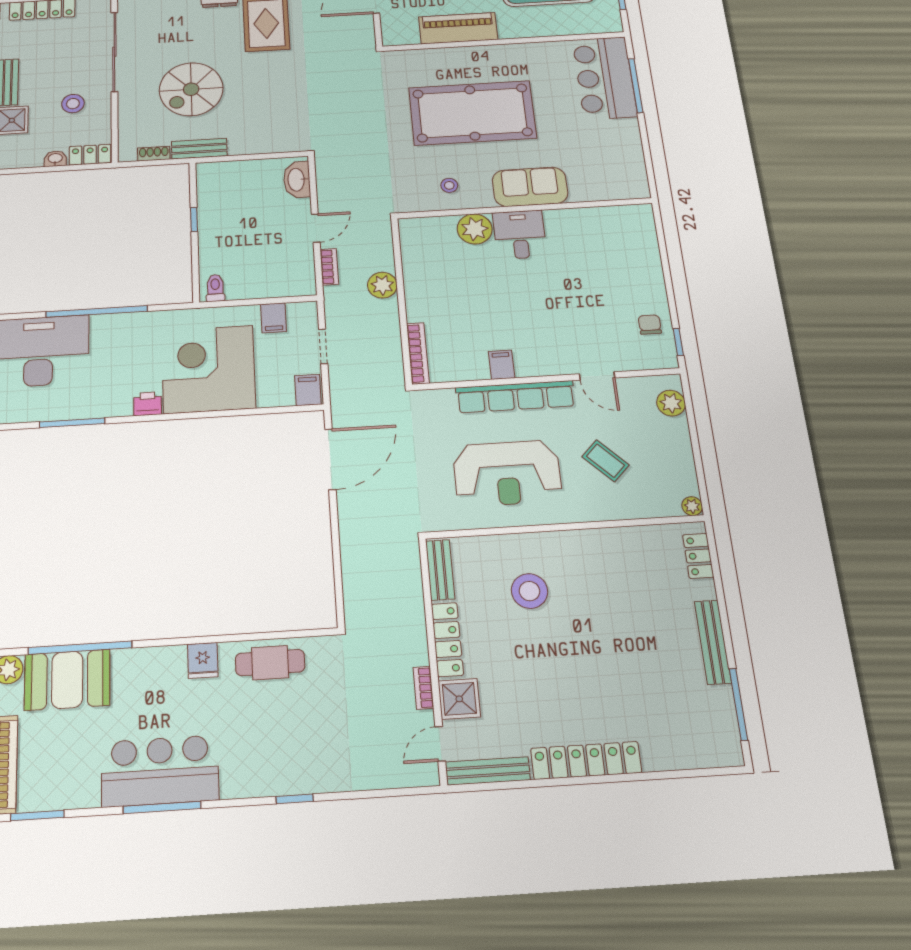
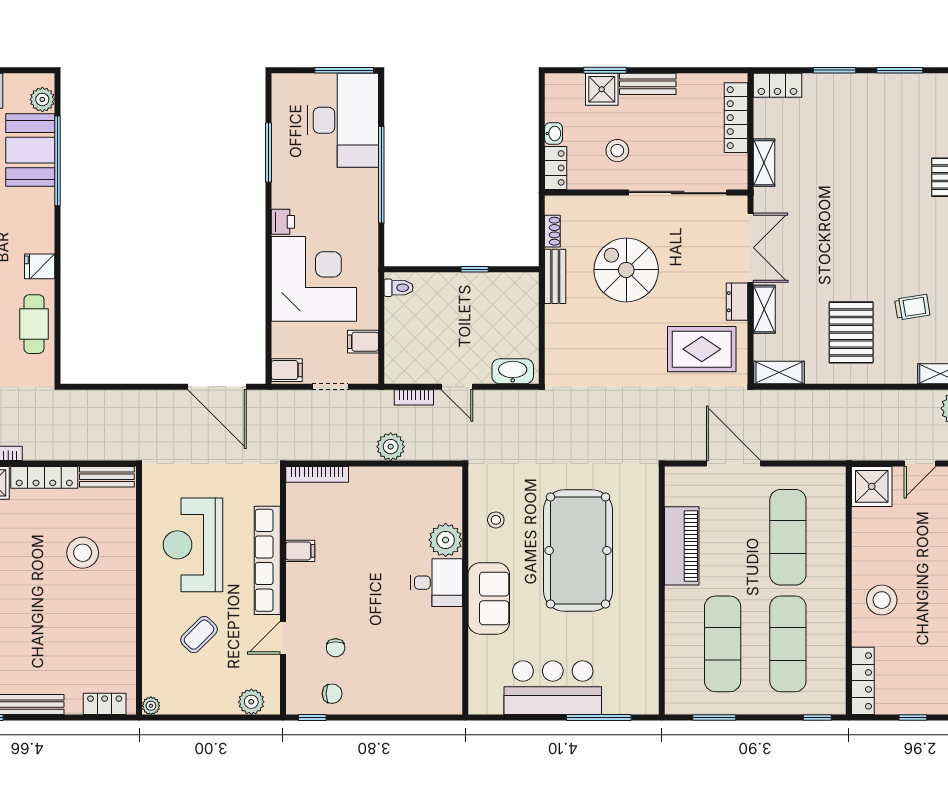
bar counter: (605, 78) -> (553, 688), moved
chair: (600, 324) -> (336, 648), added

